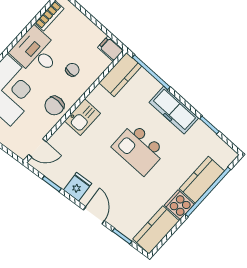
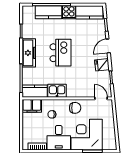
filing cabinet: (111, 49) -> (32, 106), width x2.00
kitchen sink: (82, 117) -> (57, 91), moved

